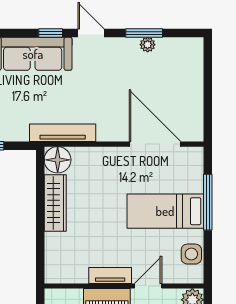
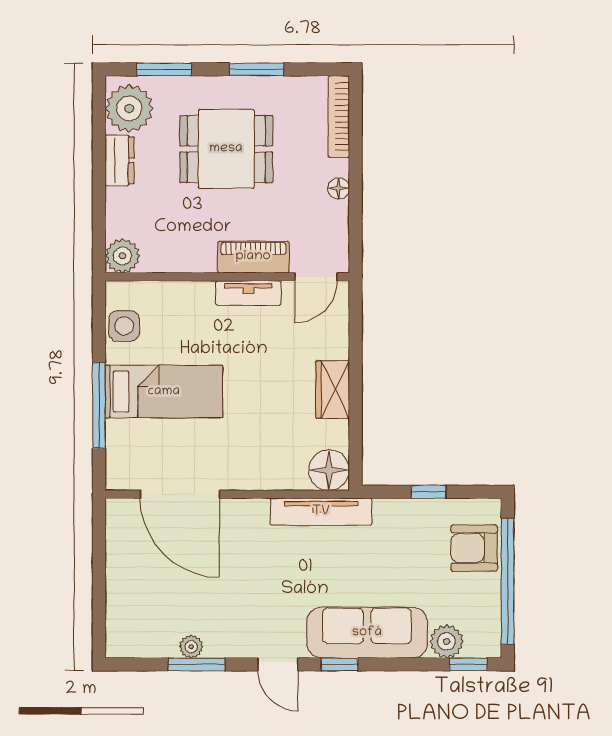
wardrobe: (55, 203) -> (332, 389), width x0.67
door: (148, 286) -> (316, 277), moved

